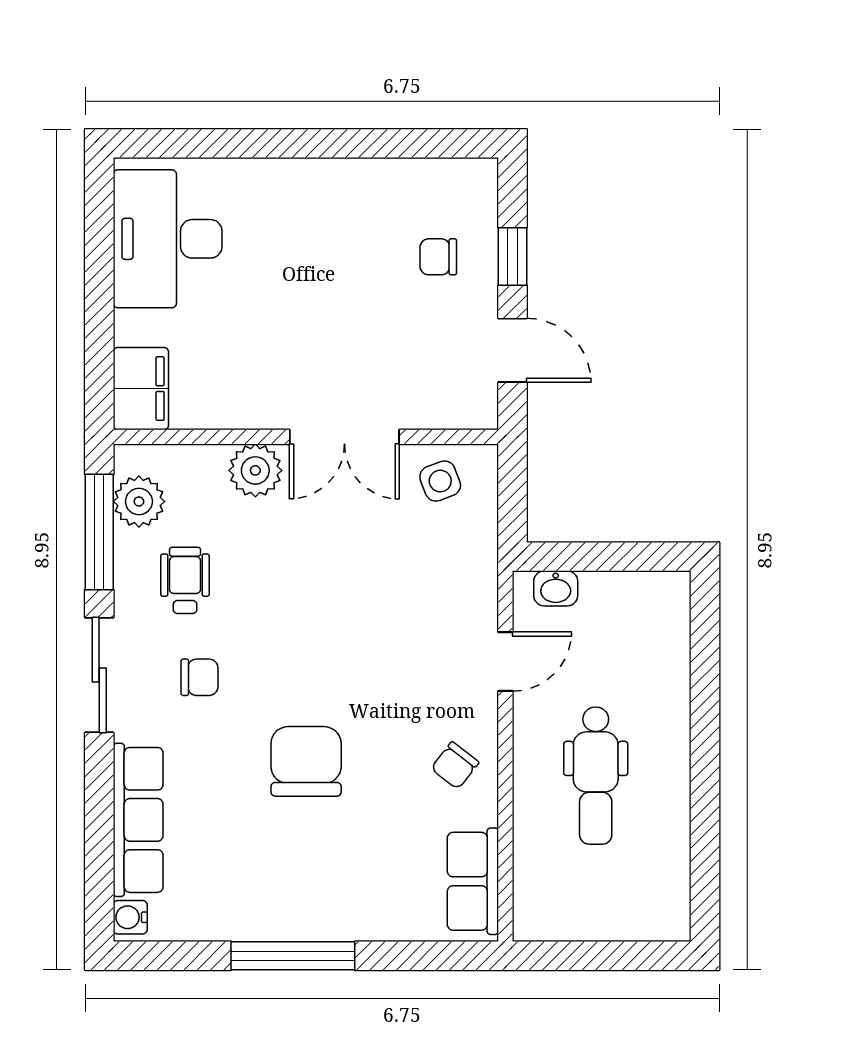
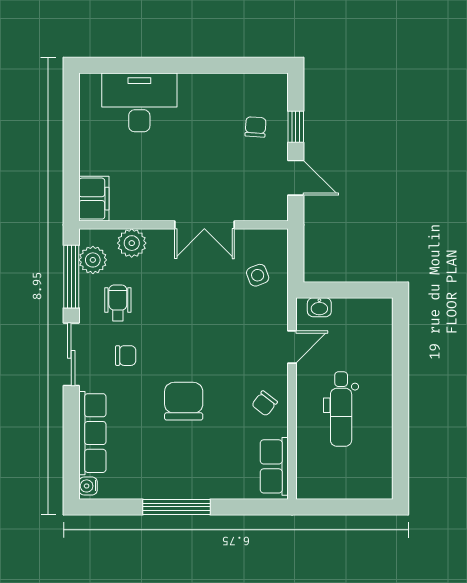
desk: (168, 239) -> (139, 102), moved, turned 90
chair: (438, 257) -> (256, 127), turned 94
plant: (255, 470) -> (132, 243), moved
side table: (440, 481) -> (258, 275), moved

